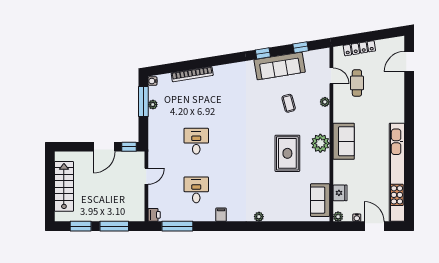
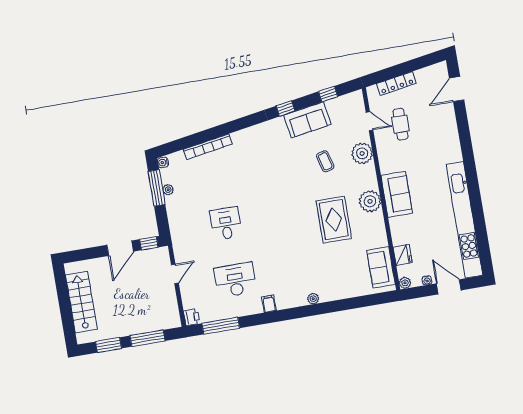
sofa: (280, 66) -> (307, 120), width x0.73
plant: (325, 102) -> (362, 153), width x1.88, depth x1.88
desk: (196, 190) -> (235, 280), width x1.37

